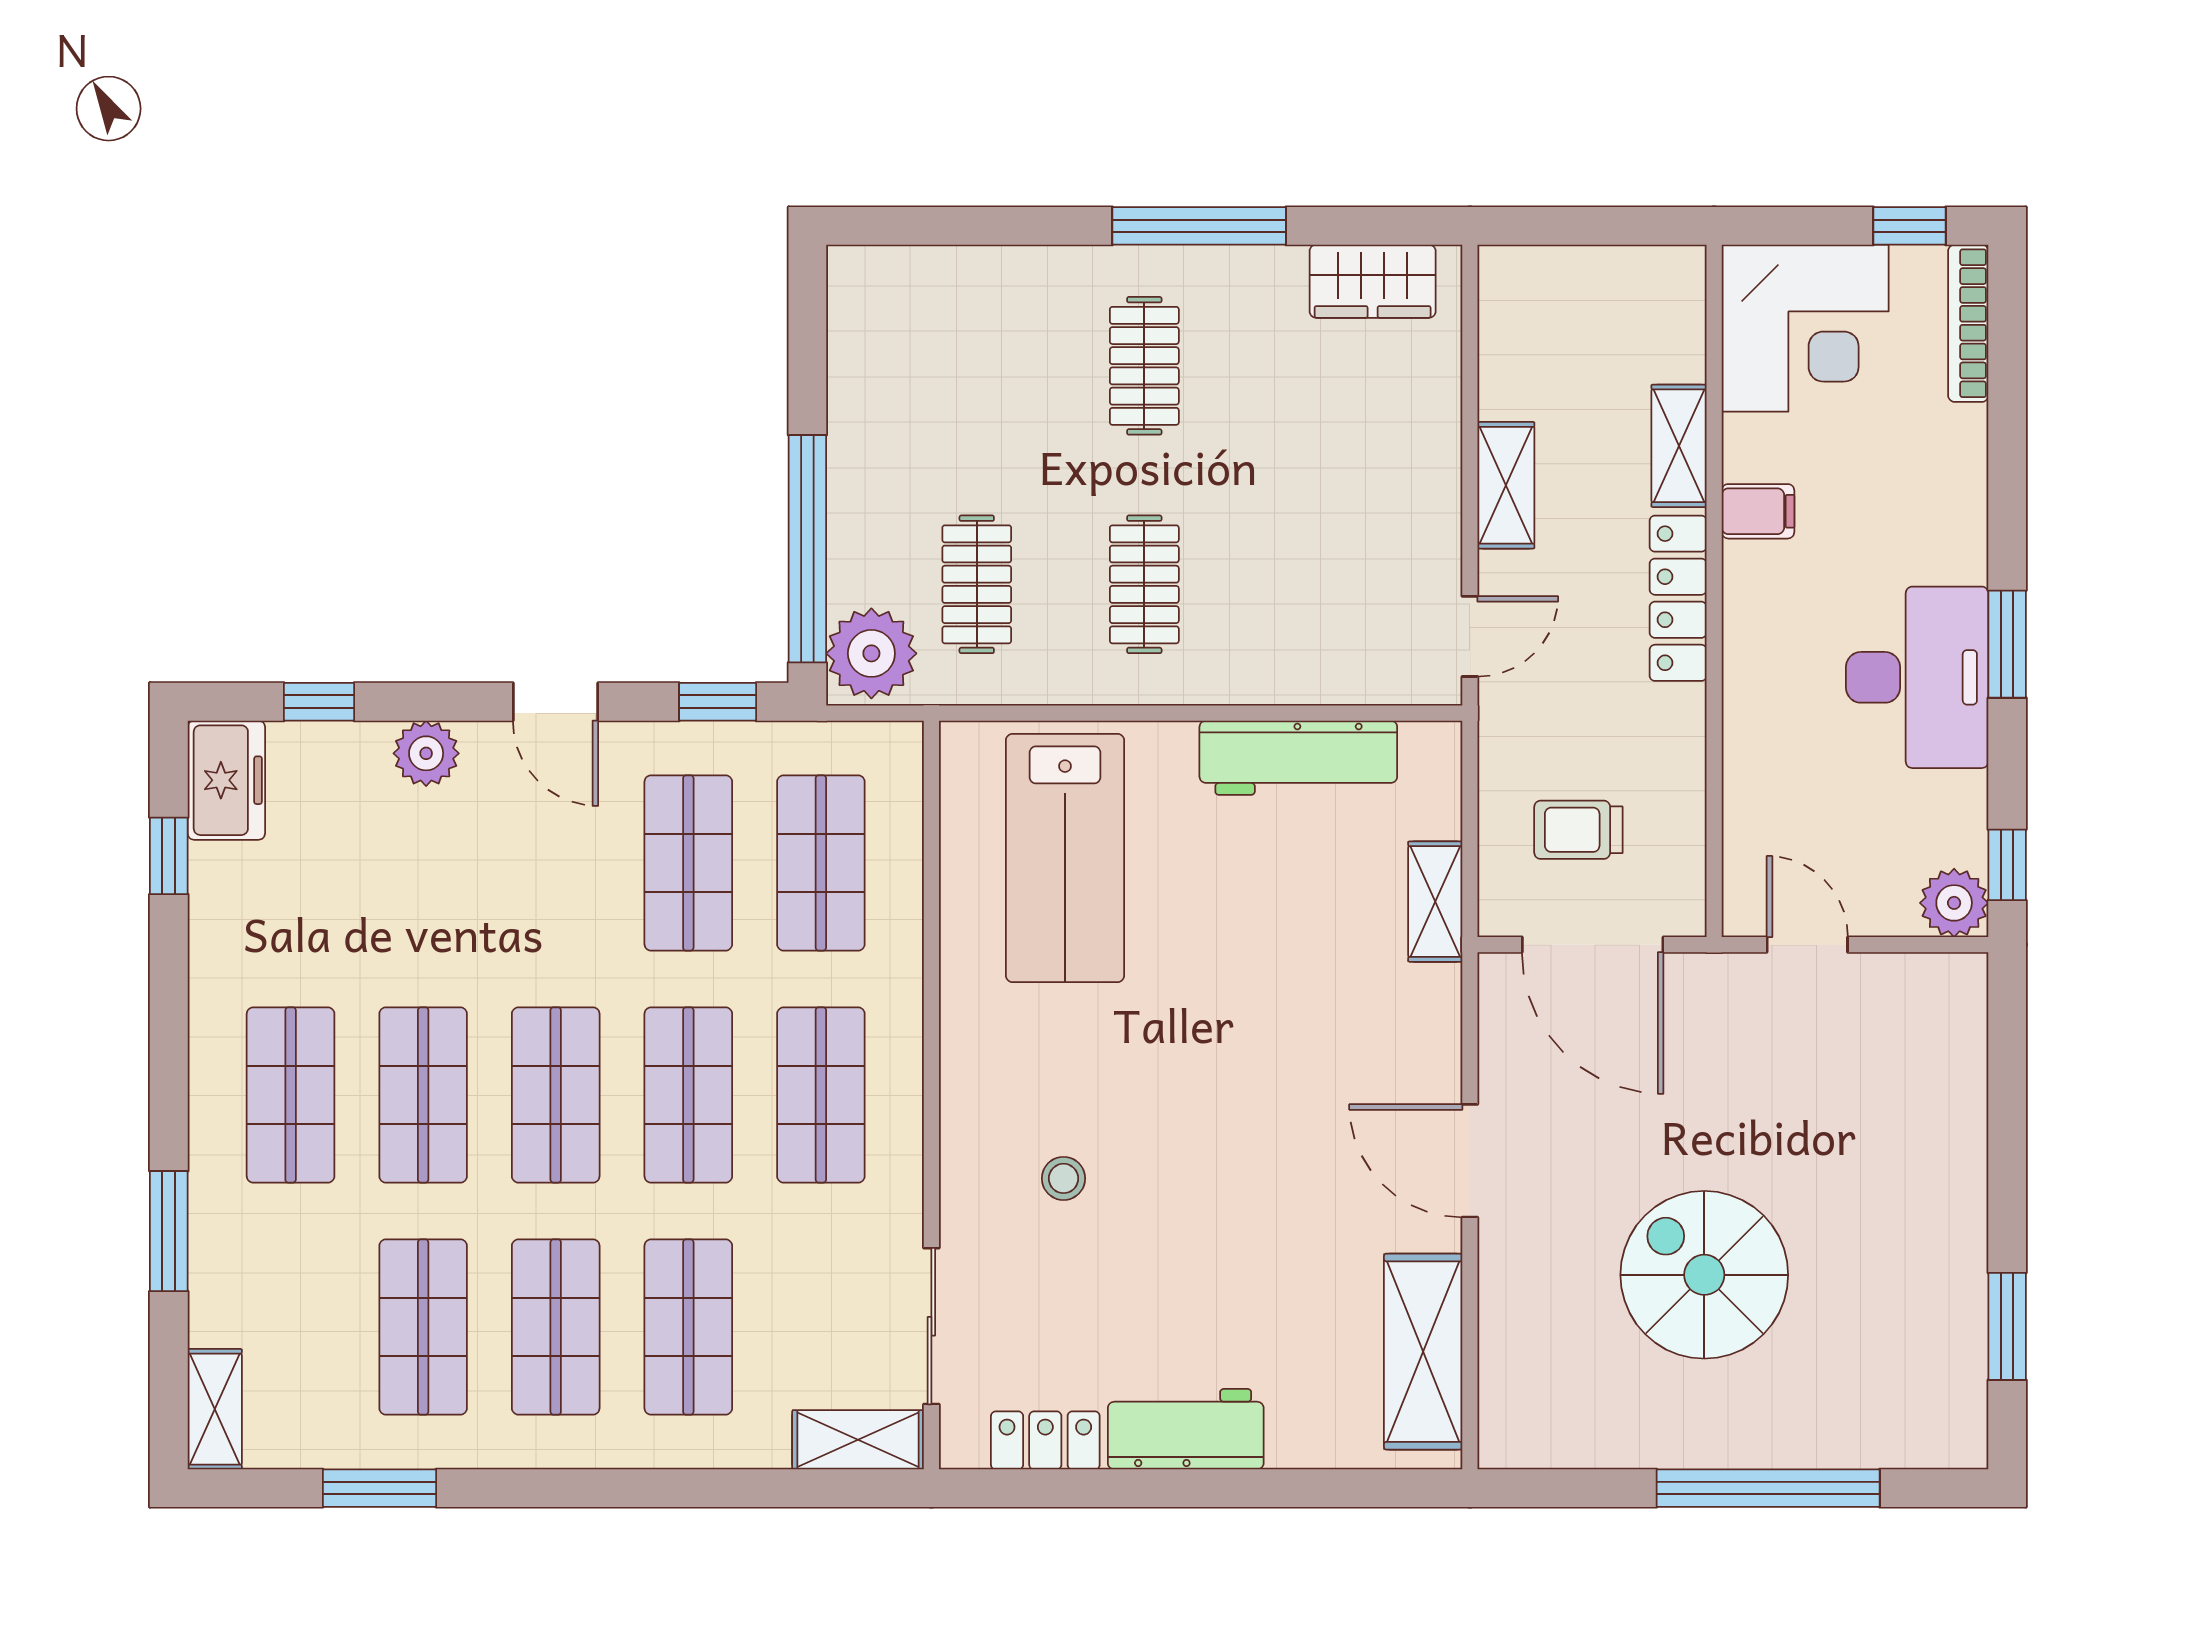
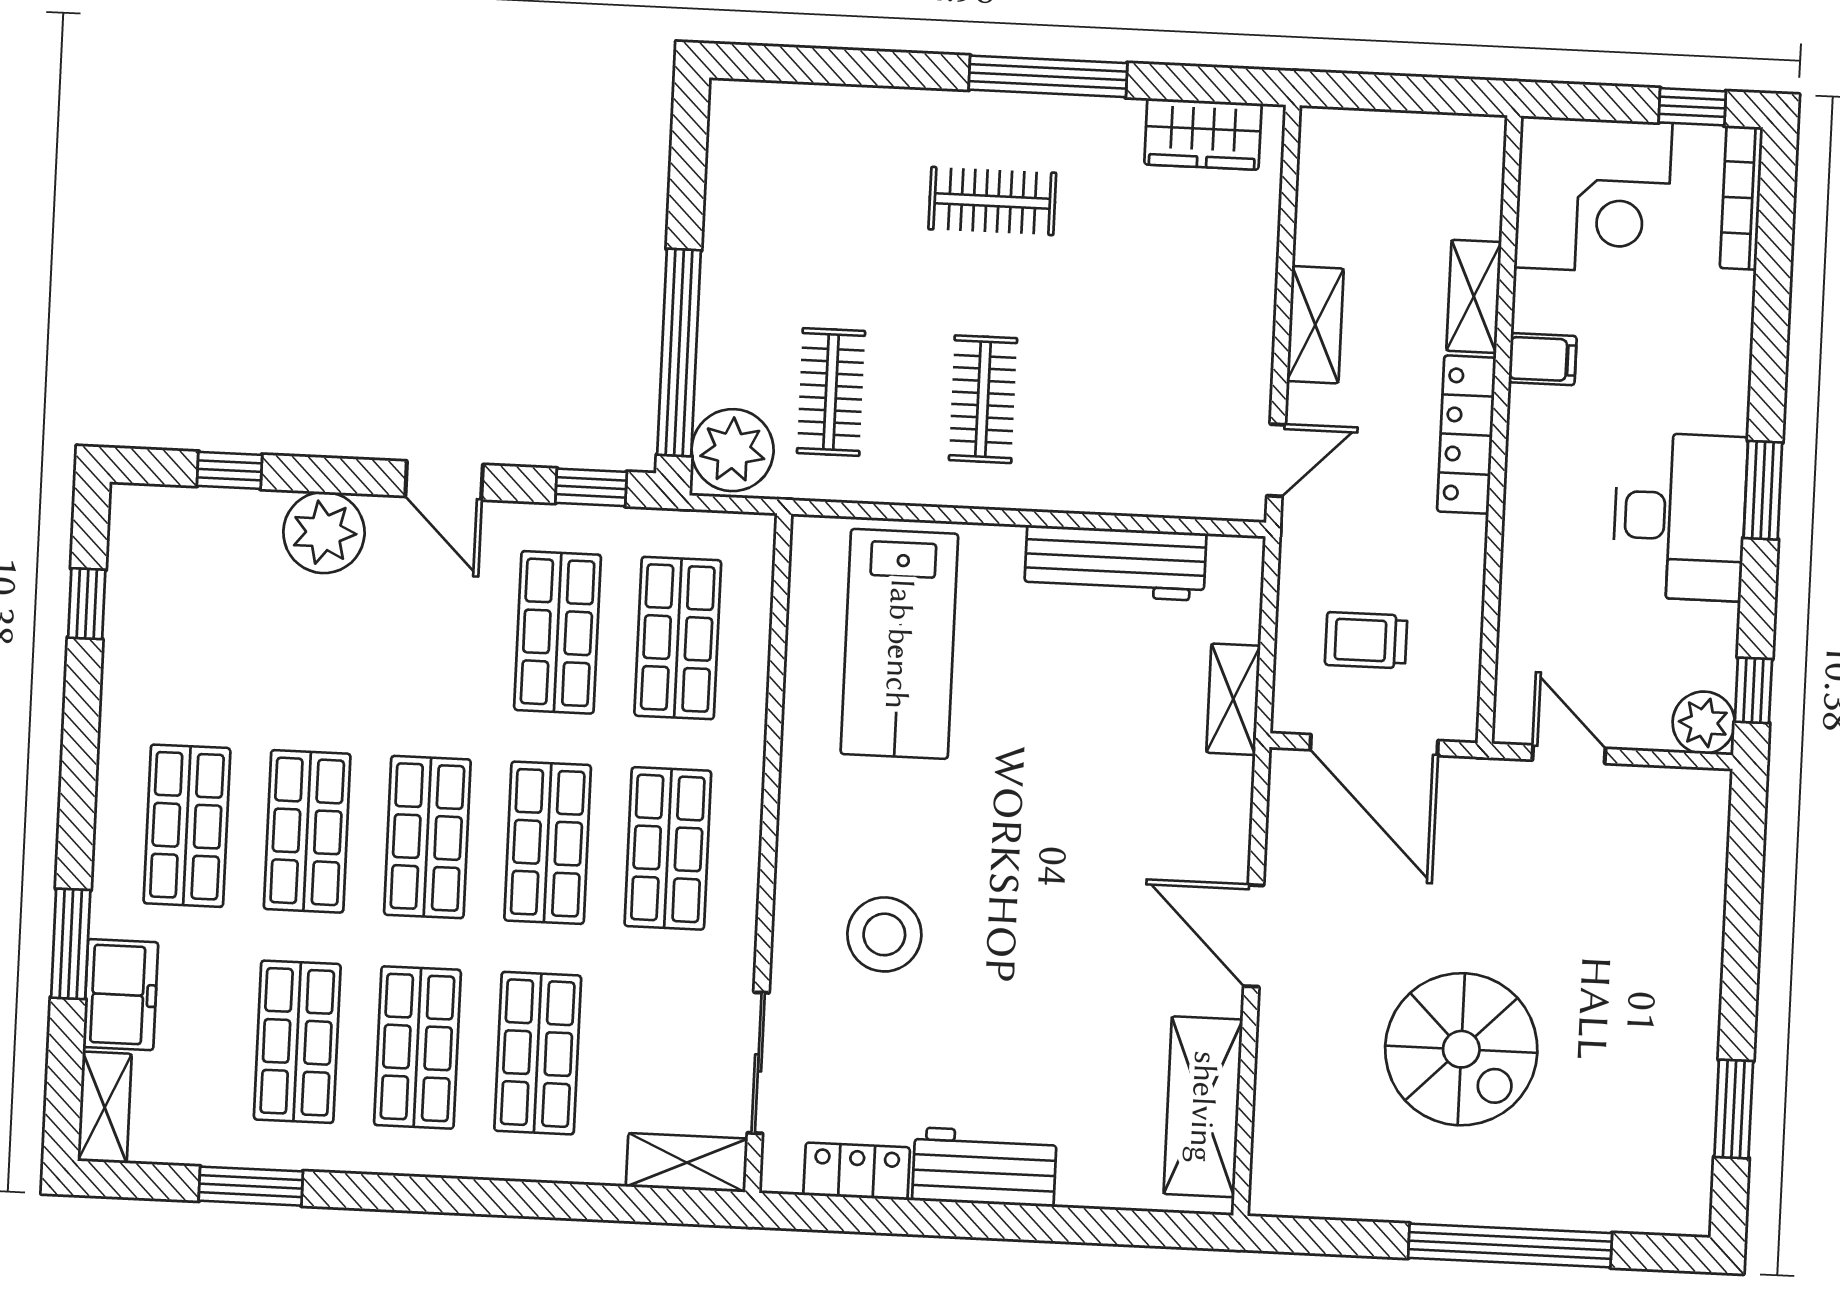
clothes rail: (1144, 366) -> (992, 201), turned 90
plant: (426, 753) -> (324, 533), width x1.36, depth x1.36
freezer: (226, 780) -> (121, 995), moved
stool: (1063, 1178) -> (884, 934), width x1.89, depth x1.89
spiral stairs: (1704, 1275) -> (1461, 1049), turned 180

